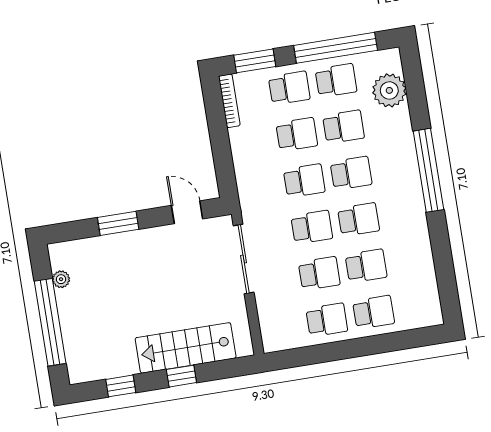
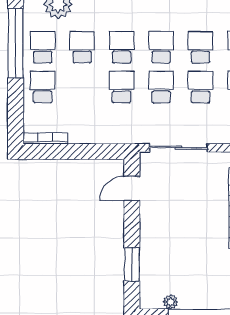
window: (255, 61) -> (16, 112), removed
school desk: (297, 134) -> (82, 87), removed
window: (118, 223) -> (132, 264), moved

